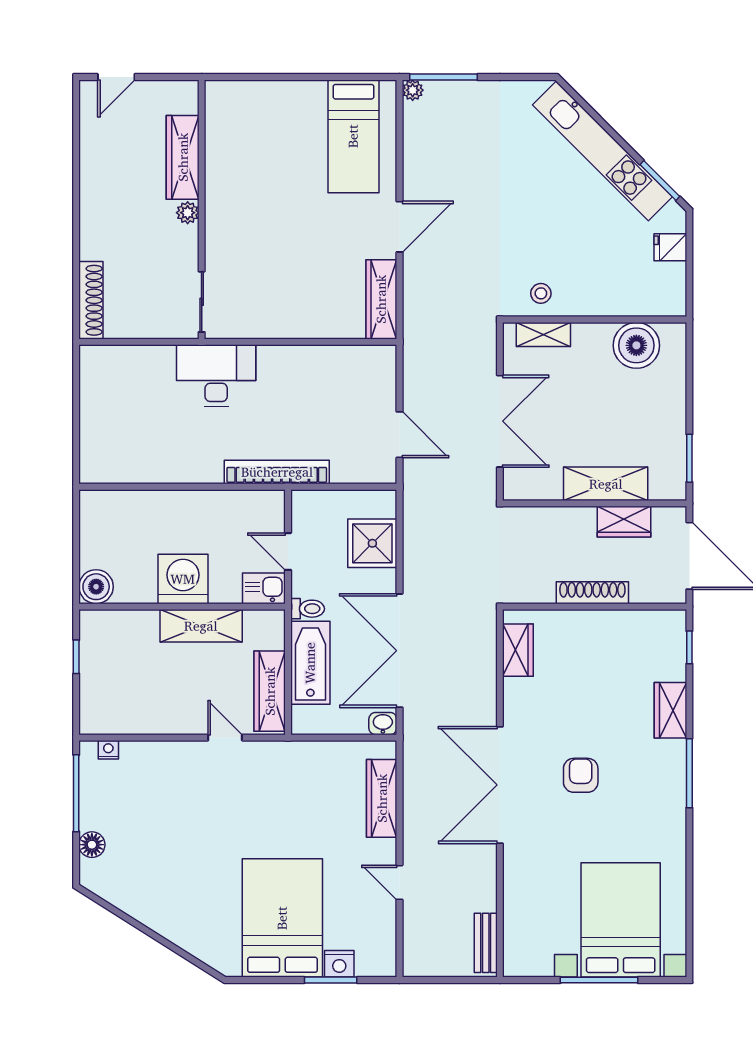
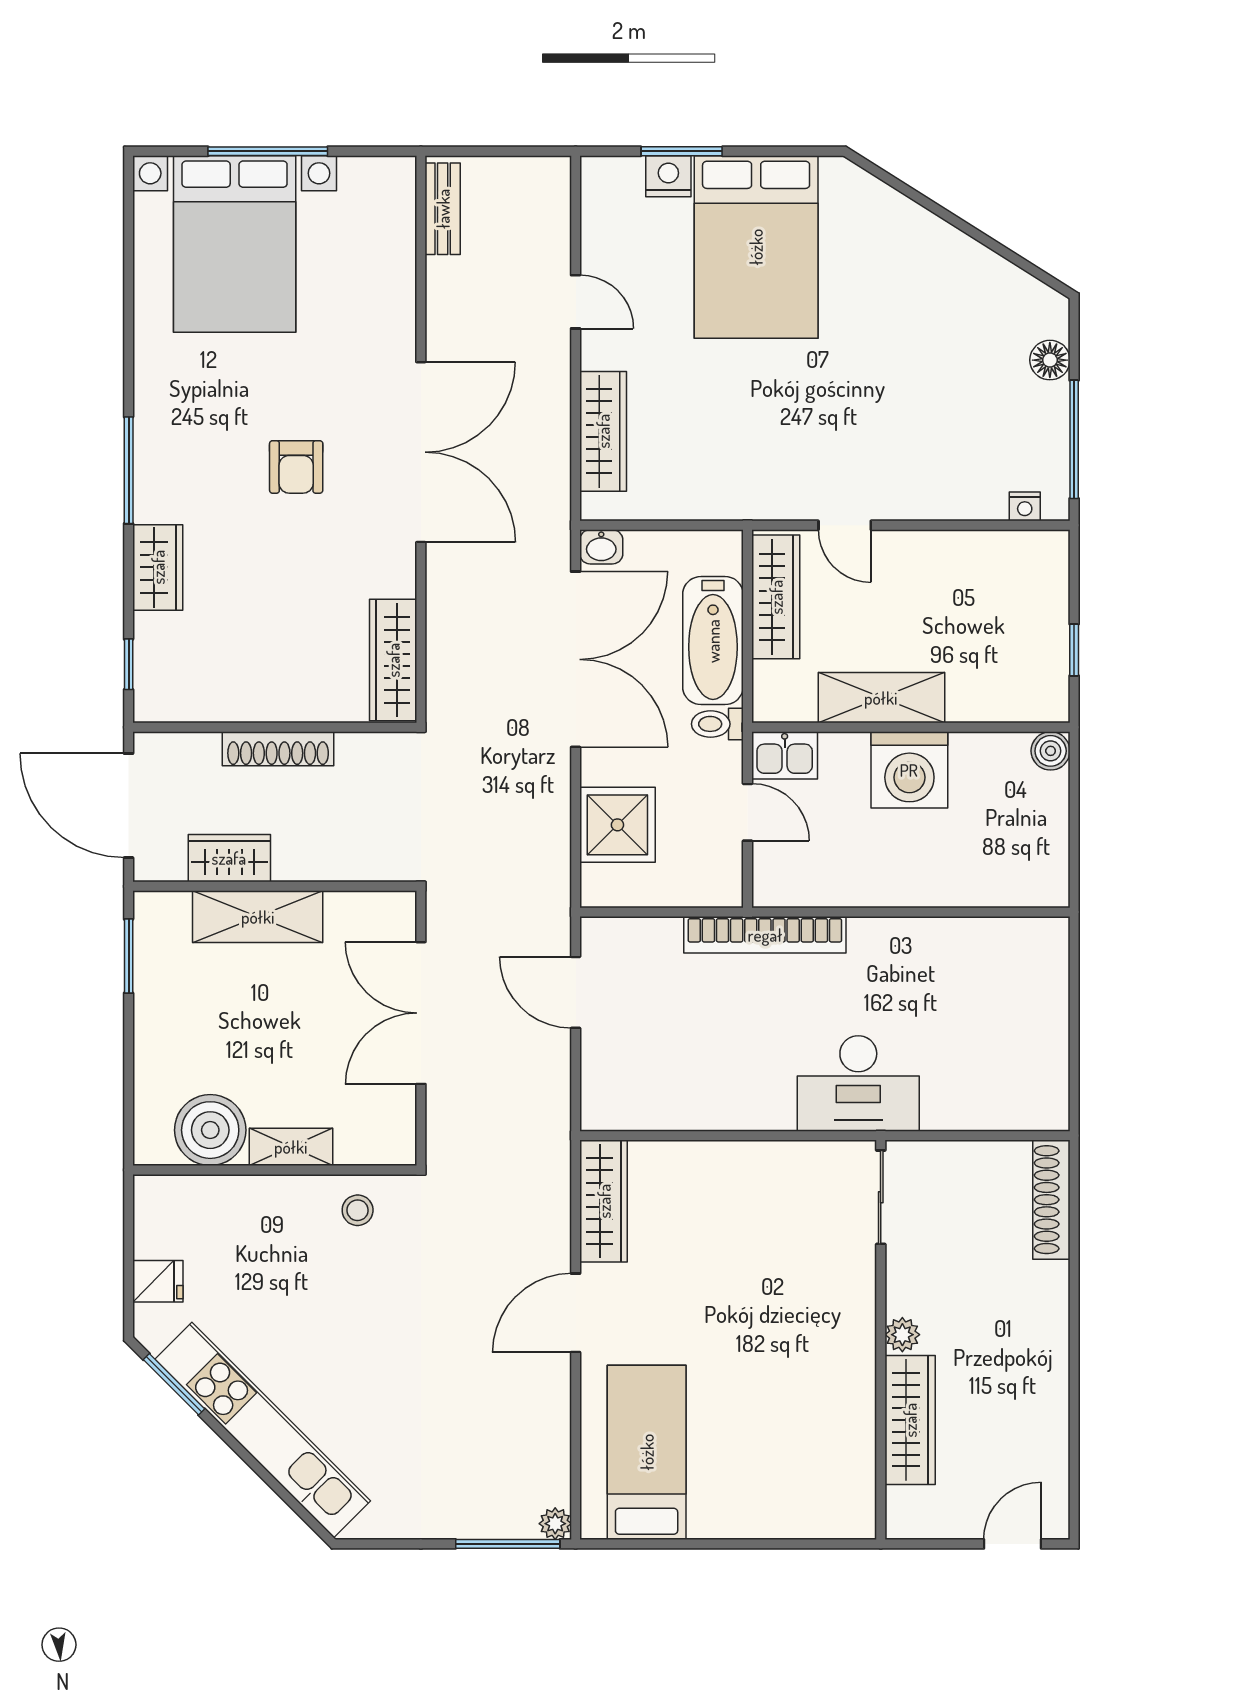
shelving: (543, 334) -> (291, 1147), moved
boiler: (96, 587) -> (1051, 751), width x0.73, depth x0.73
wardrobe: (518, 650) -> (393, 660), width x1.50

